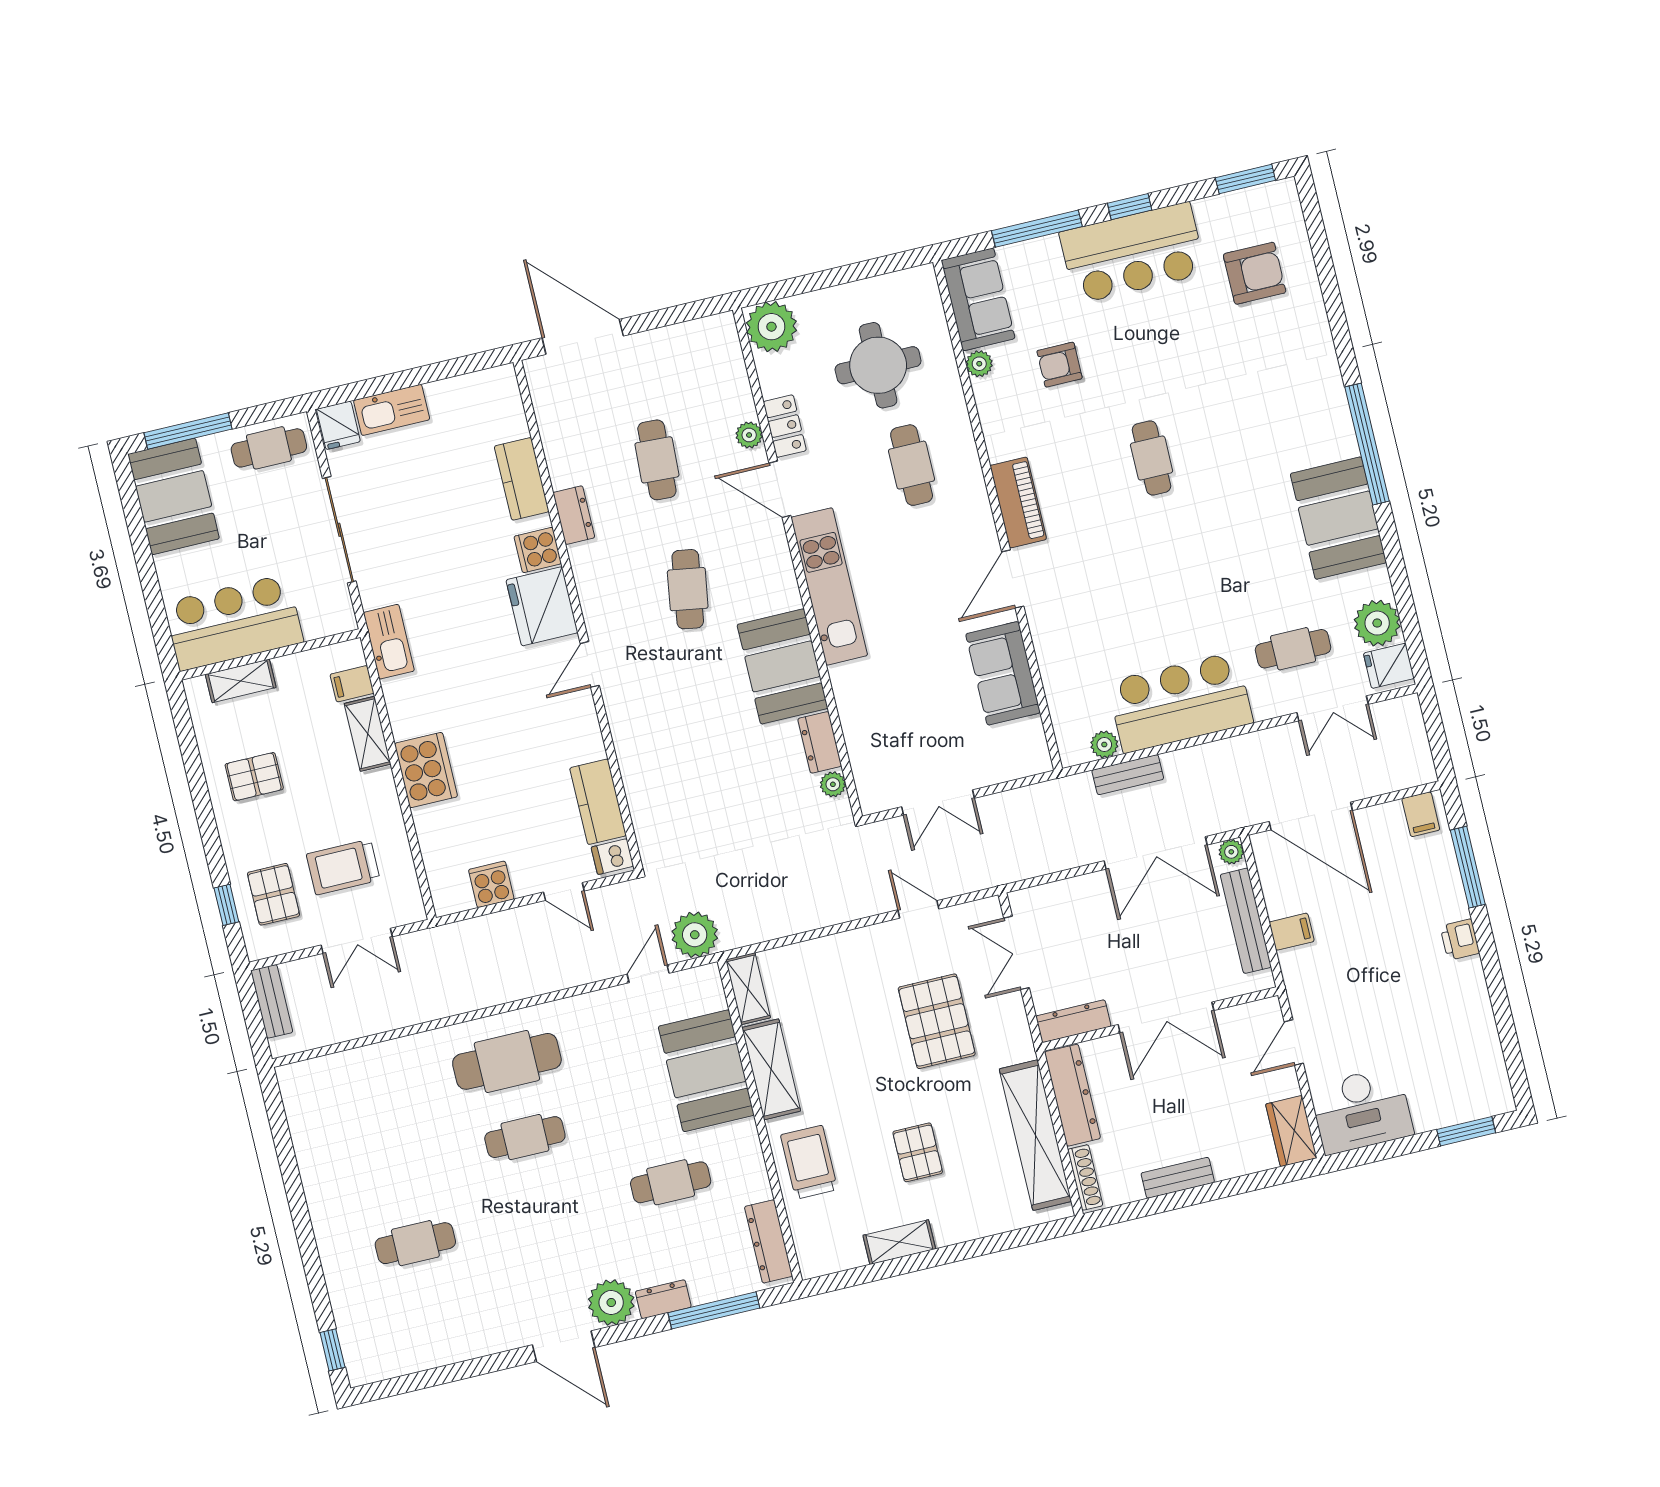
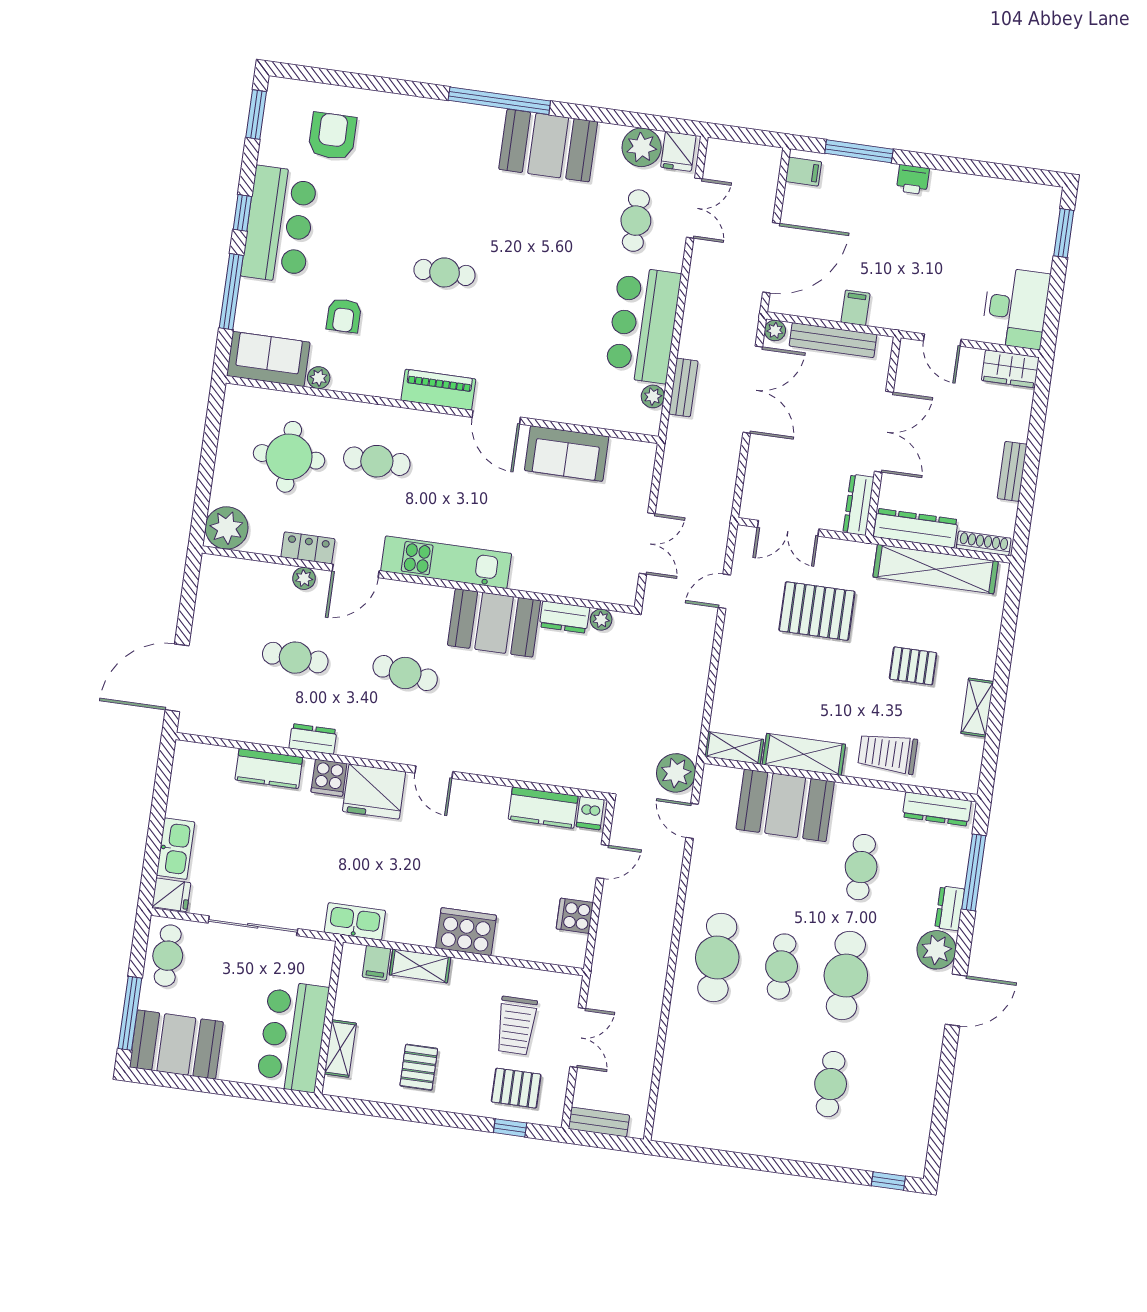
cafe table: (543, 1213) -> (846, 976), added

